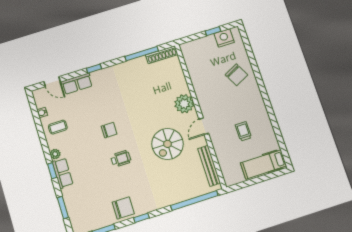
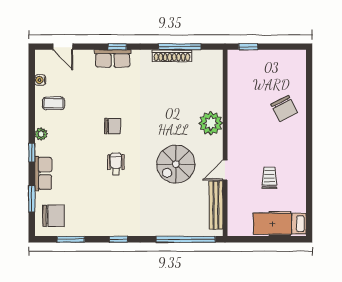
window: (213, 31) -> (248, 47), moved
nightstand: (224, 38) -> (285, 59), removed
shoe rack: (162, 55) -> (172, 56), moved
row of seats: (77, 84) -> (113, 58), moved
door: (204, 126) -> (225, 170), moved
wheelchair: (121, 159) -> (116, 164), turned -90
row of seats: (63, 173) -> (43, 173), moved
chair: (123, 208) -> (53, 216), moved

